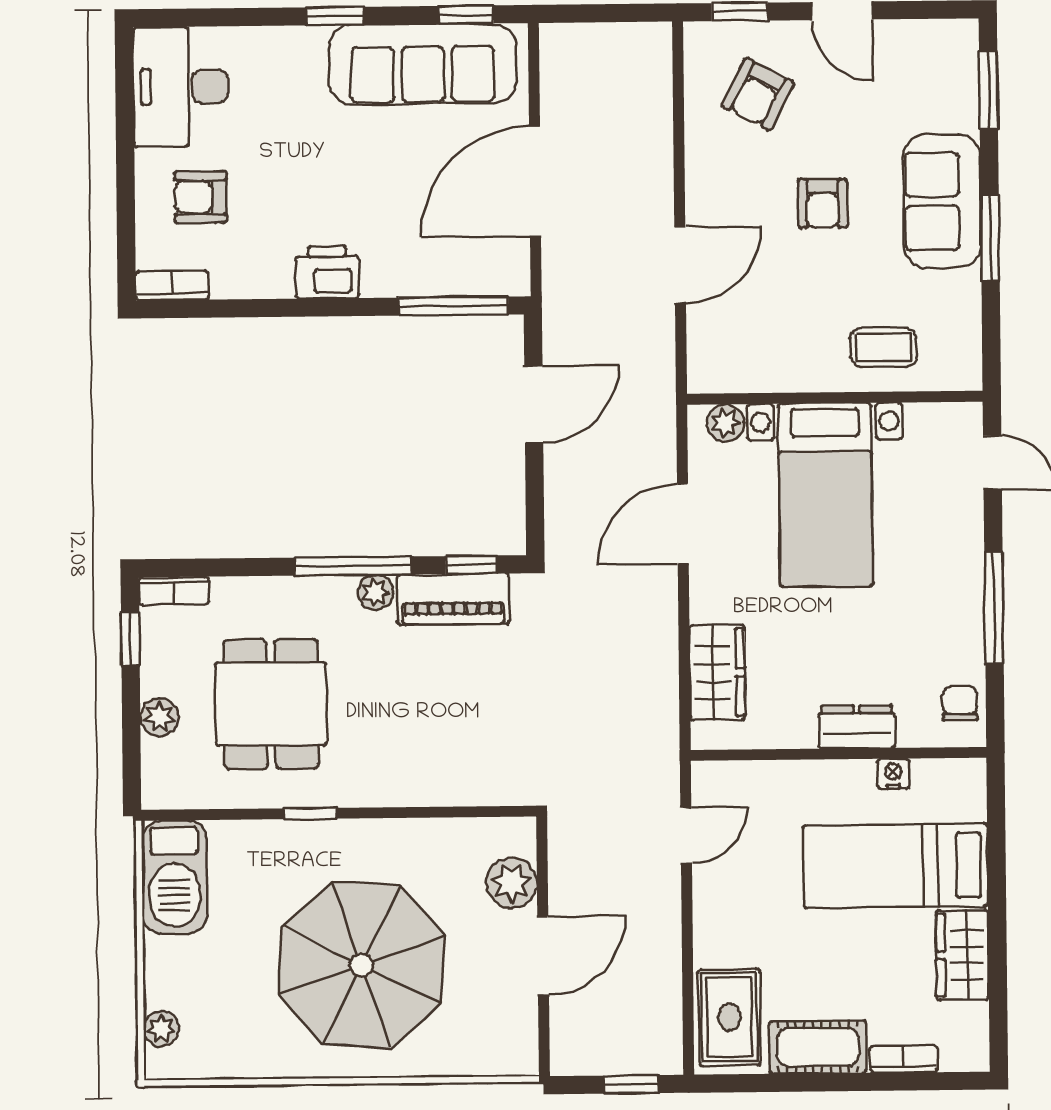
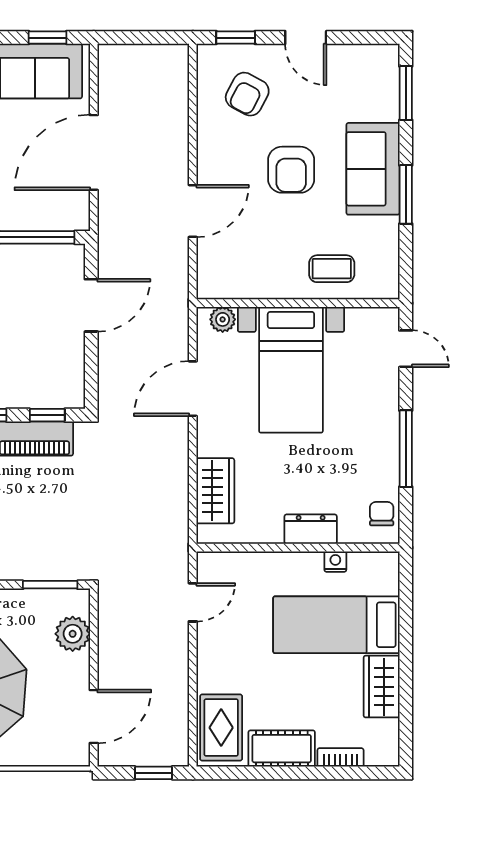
armchair: (823, 204) -> (291, 170), width x1.38, depth x1.38
window: (478, 812) -> (50, 585), added
door: (543, 956) -> (94, 716), moved

